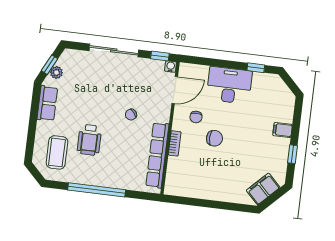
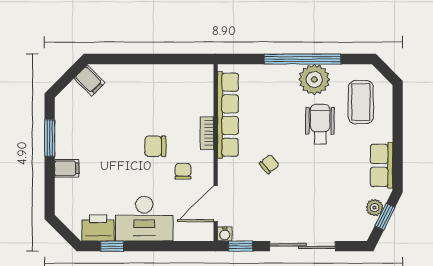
printer: (265, 83) -> (98, 228), added
window: (293, 154) -> (50, 138), width x1.50
plant: (90, 174) -> (314, 79), added
filing cabinet: (263, 189) -> (90, 81), width x0.50

